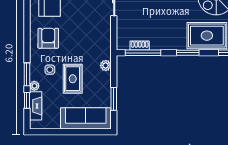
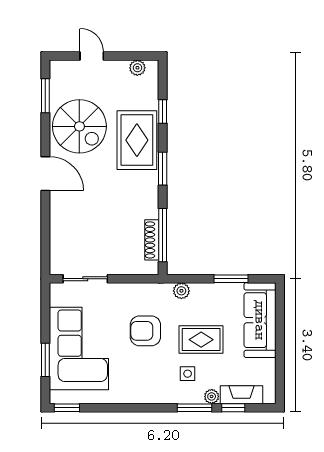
armchair: (48, 38) -> (145, 331), moved
shoe rack: (140, 46) -> (152, 240), width x1.43

